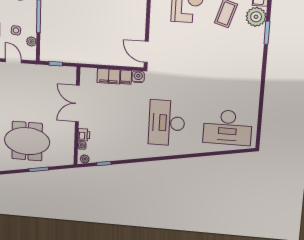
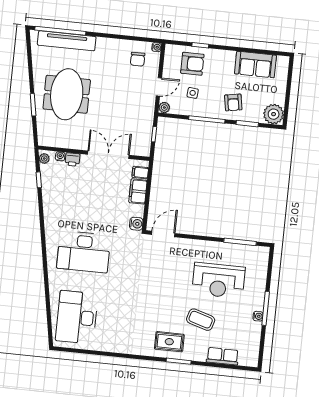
plant: (256, 17) -> (196, 350), removed
plant: (31, 42) -> (164, 107), moved
rug: (248, 42) -> (169, 342), added
filing cabinet: (126, 77) -> (140, 173), moved
desk: (167, 123) -> (84, 252), turned 180

